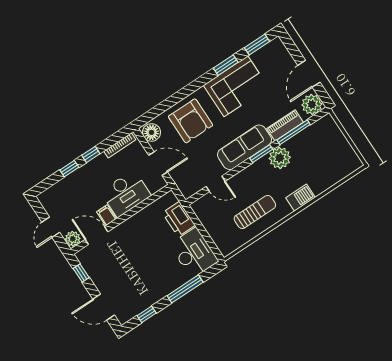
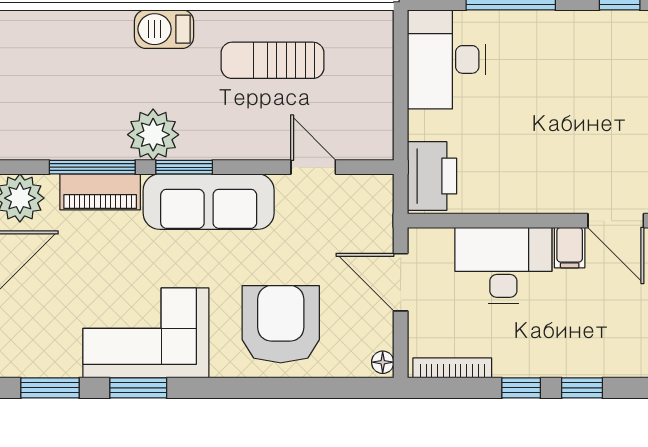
floor lamp: (151, 132) -> (383, 362), width x0.53, depth x0.53
printer: (179, 219) -> (432, 176), moved

